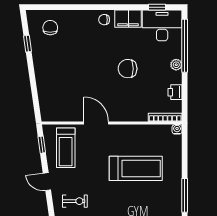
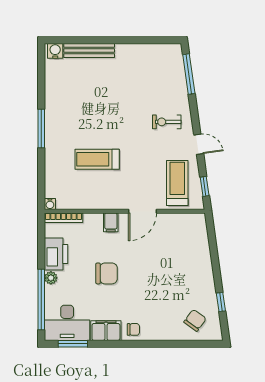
window: (157, 7) -> (73, 344), width x1.50
chair: (50, 28) -> (195, 320), turned -144
printer: (175, 92) -> (56, 254), width x1.87, depth x1.48
filing cabinet: (124, 113) -> (111, 222), added
door: (96, 123) -> (142, 211), hinge flipped
treadmill: (136, 168) -> (97, 159), width x0.73, depth x0.73

